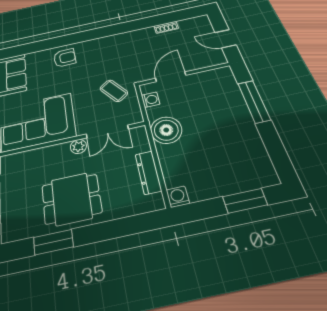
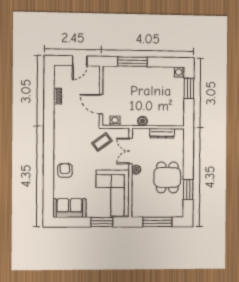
boiler: (166, 130) -> (143, 121), width x0.54, depth x0.54
double door: (107, 131) -> (131, 151), swing flipped
washing machine: (178, 197) -> (180, 72), moved

